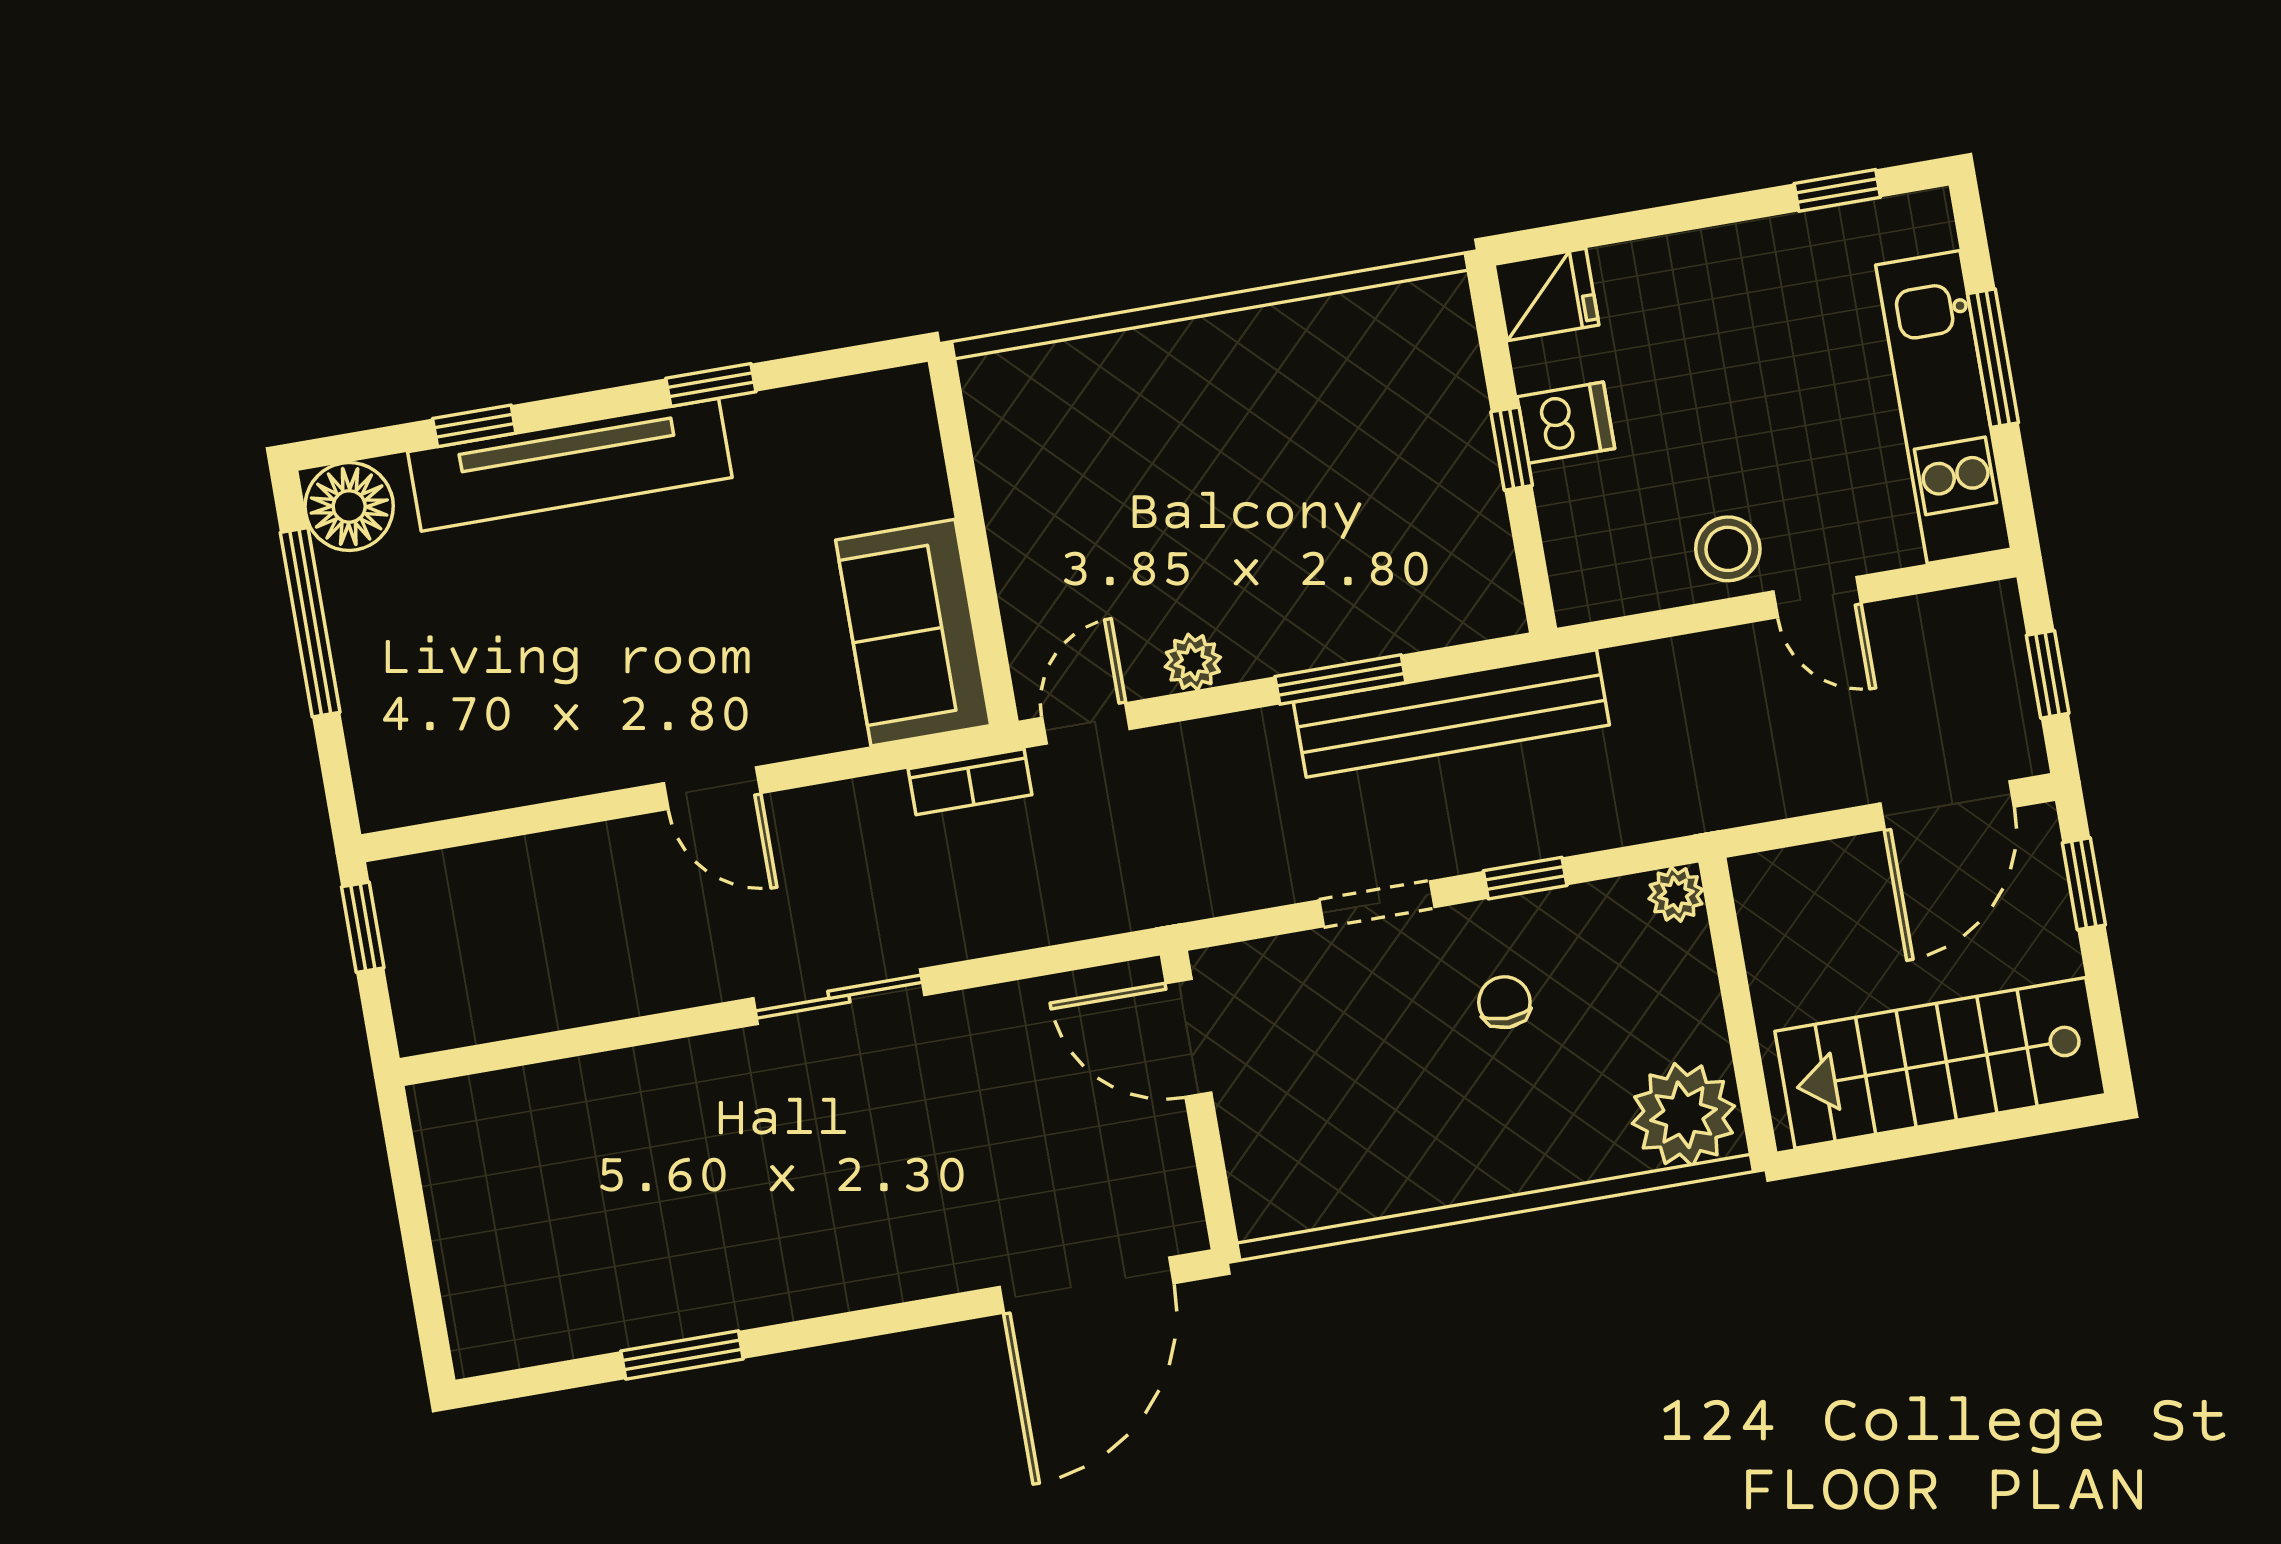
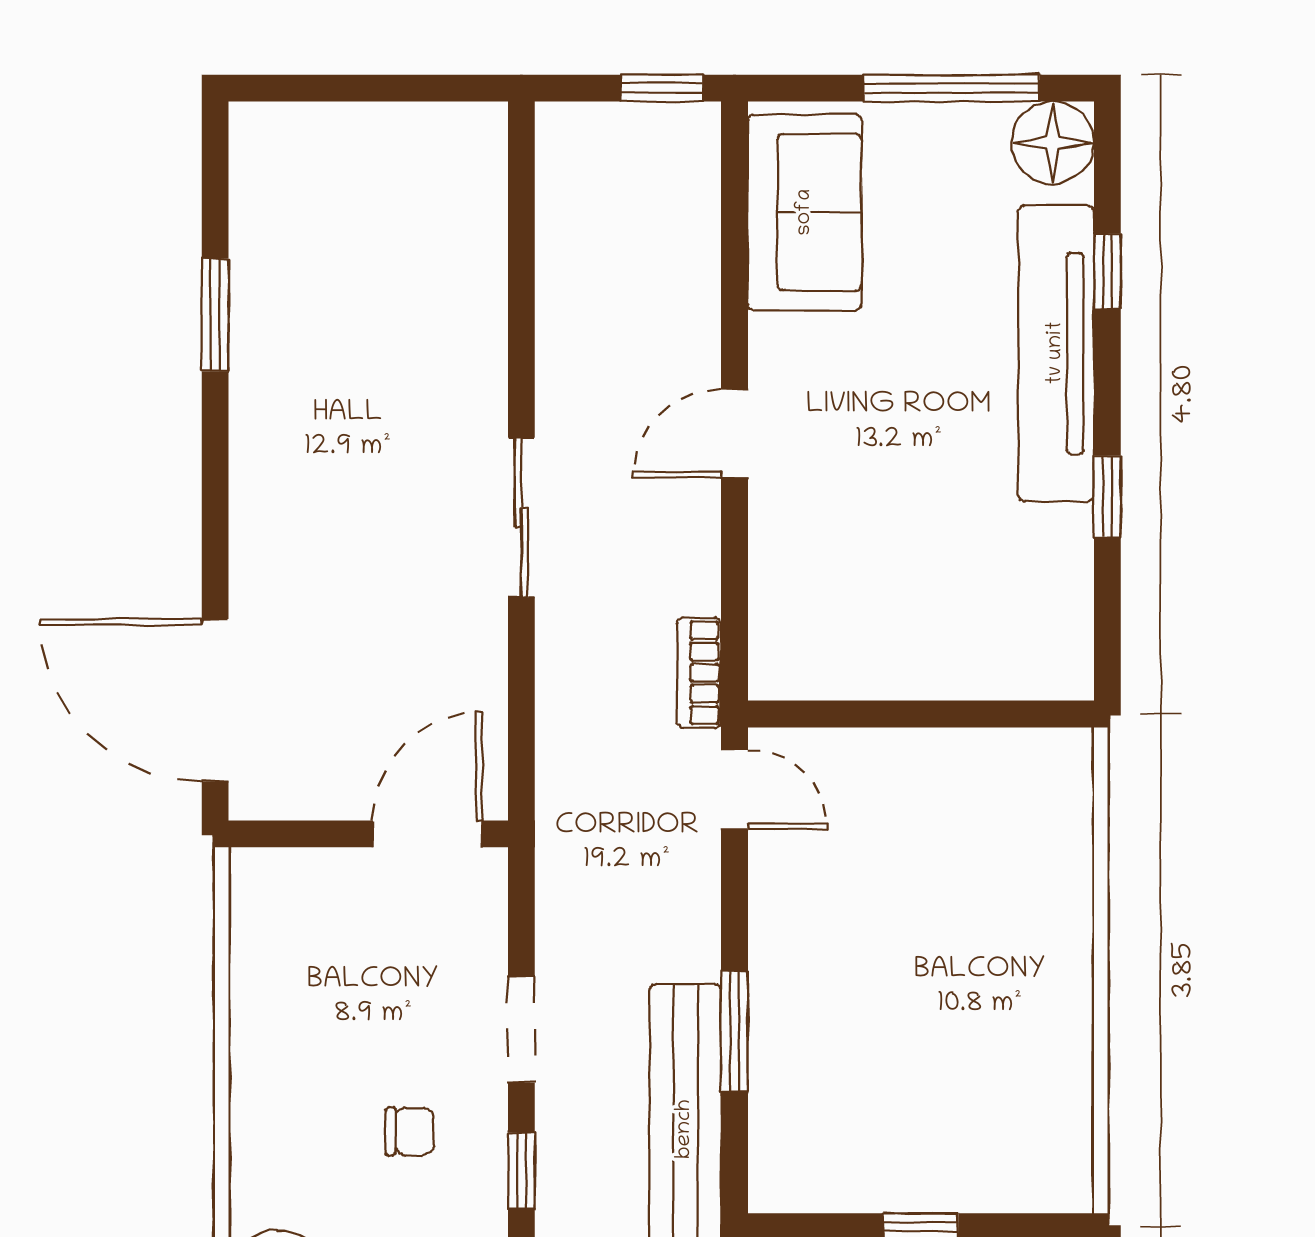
sofa: (913, 633) -> (805, 212), moved, turned 90
plant: (1193, 662) -> (774, 898), removed

